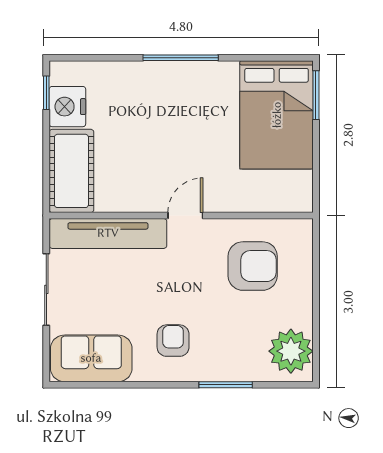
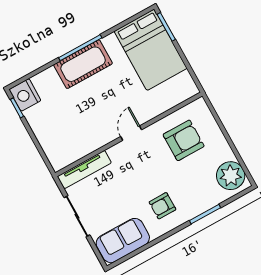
nightstand: (67, 107) -> (25, 95), moved
cot: (71, 171) -> (83, 64), moved, turned 90
tv unit: (108, 233) -> (84, 170), width x0.73, depth x0.78
armchair: (173, 341) -> (162, 206), turned -90

